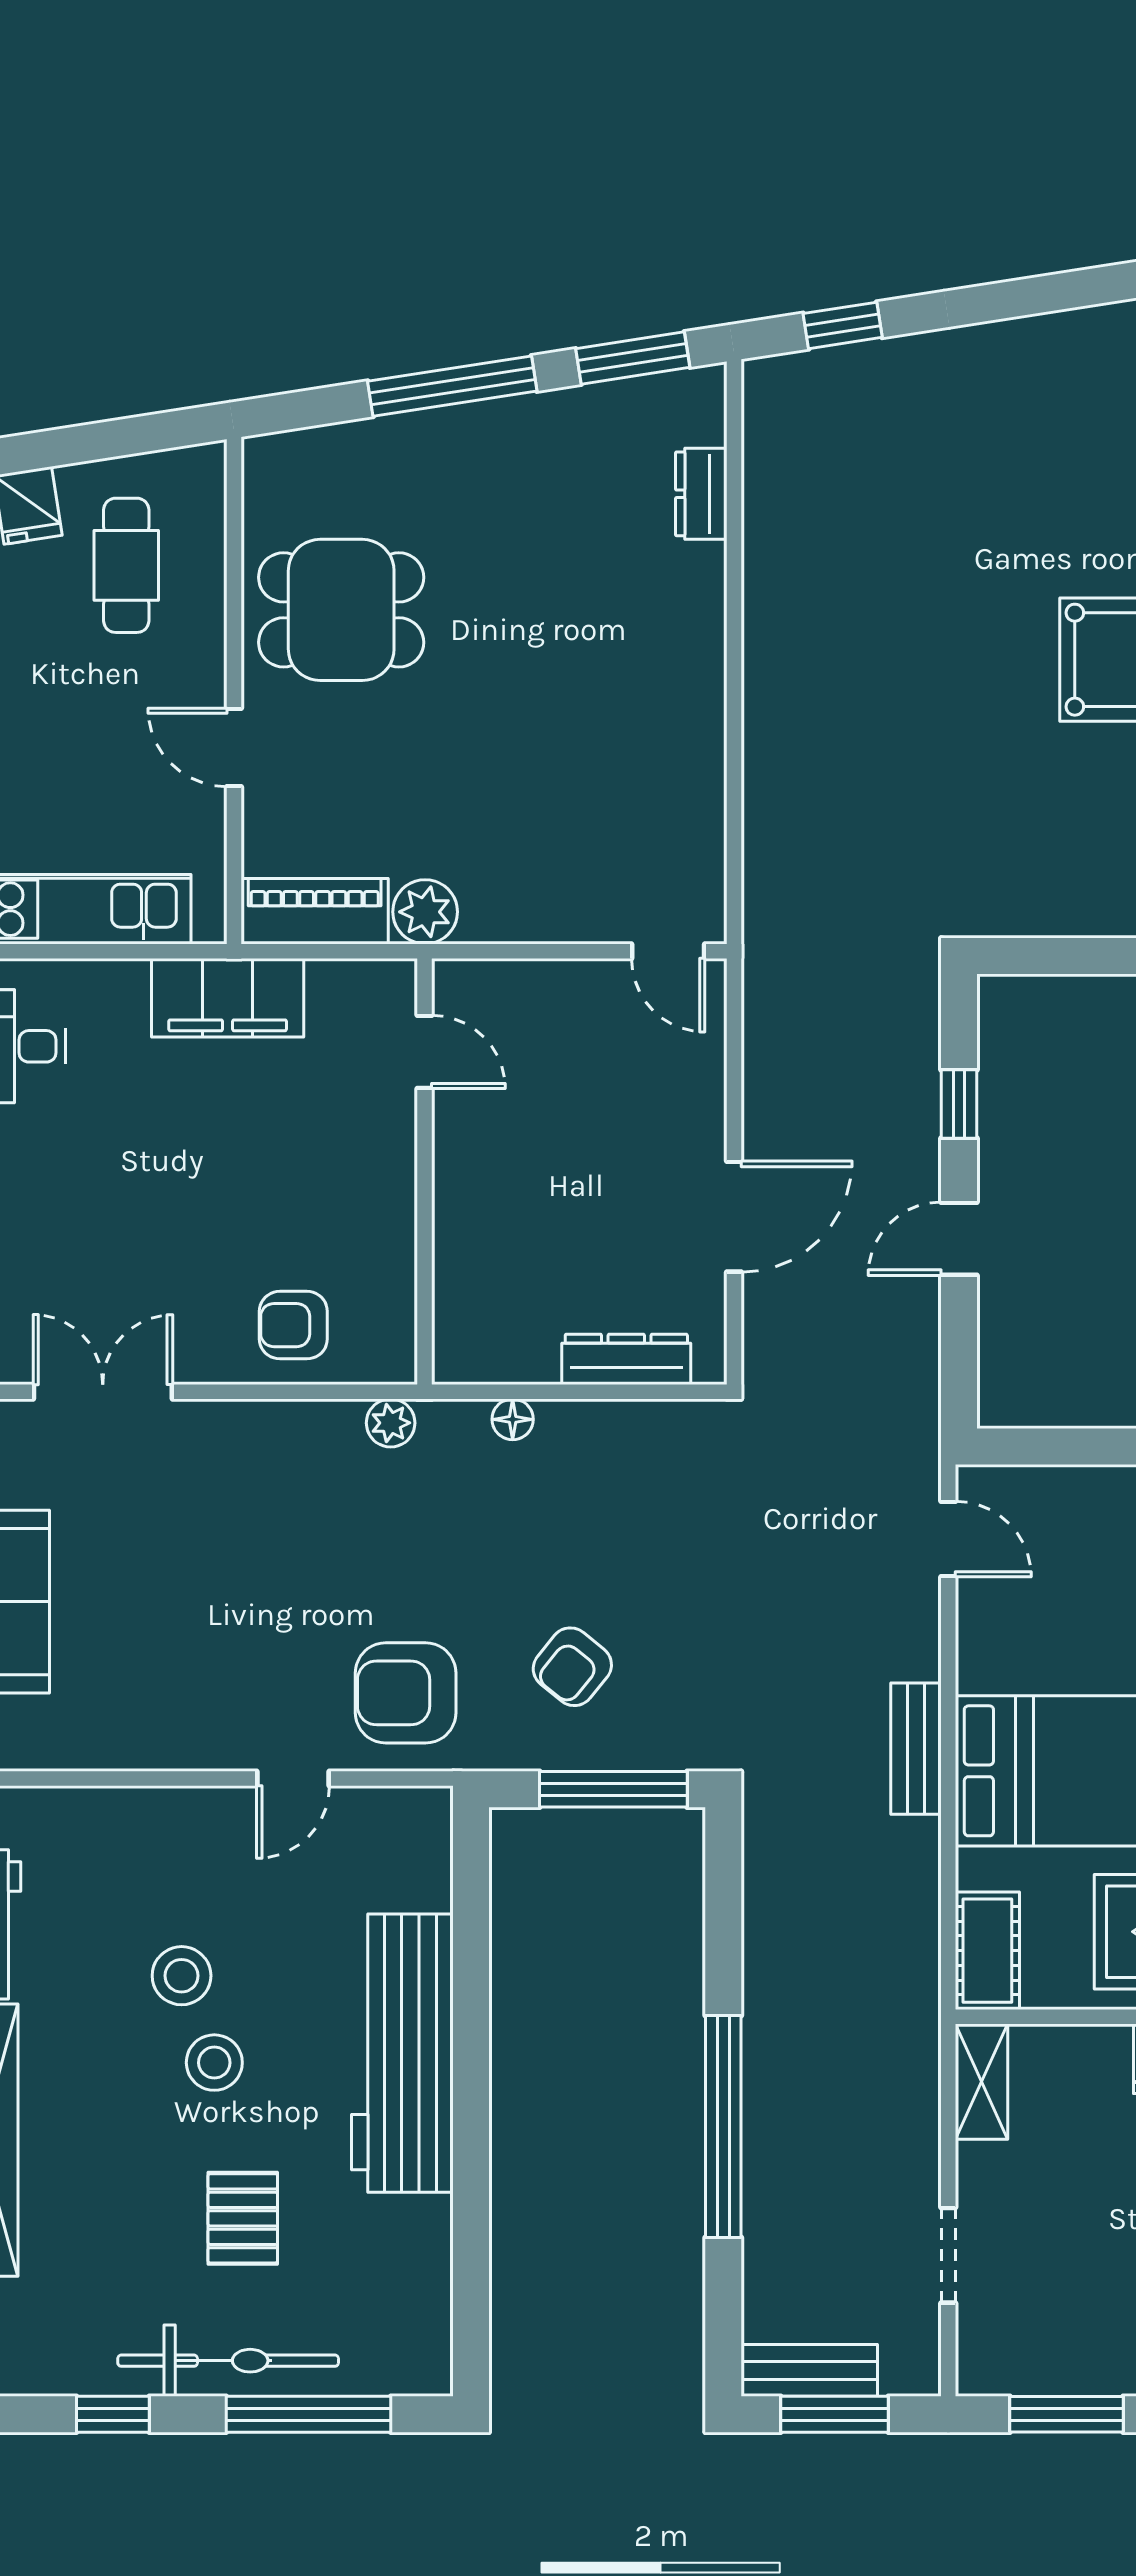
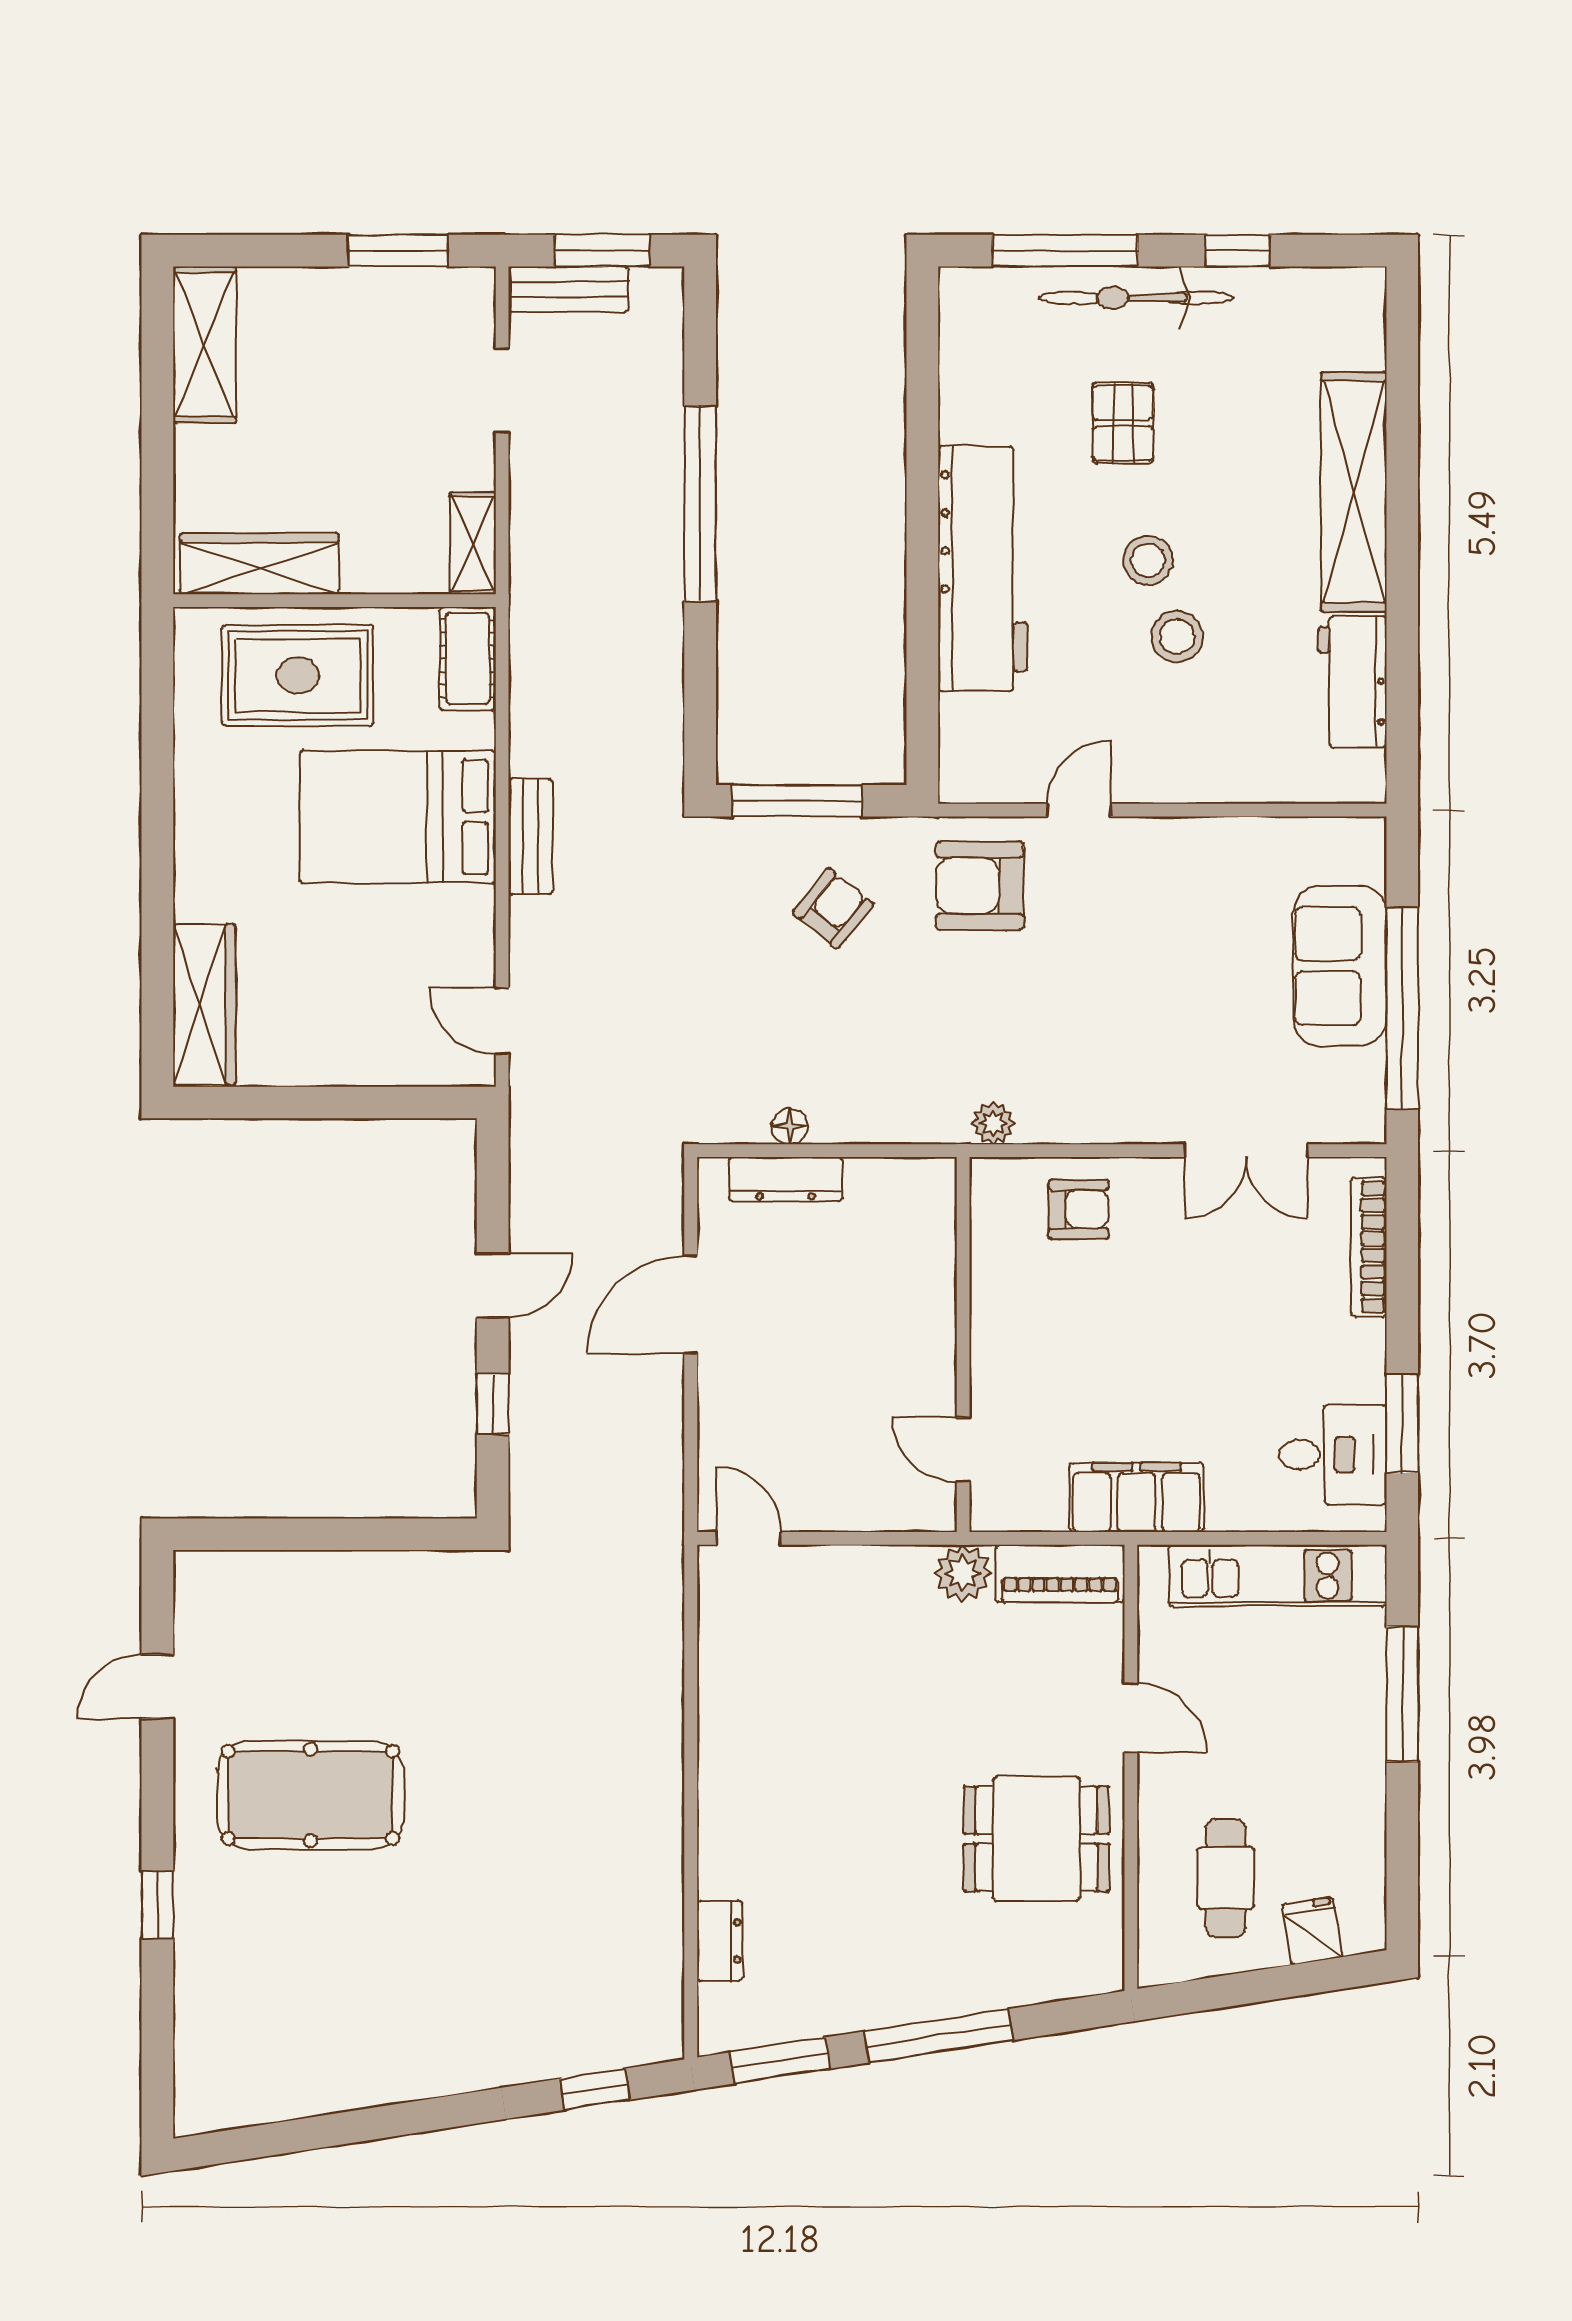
floor lamp: (513, 1419) -> (790, 1126), moved
armchair: (406, 1693) -> (980, 886), turned 180
bench: (809, 2370) -> (568, 289), moved

